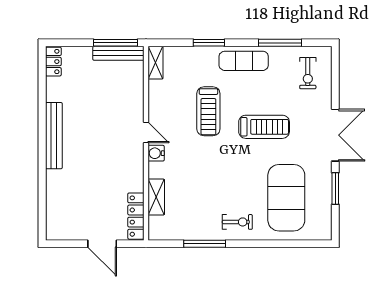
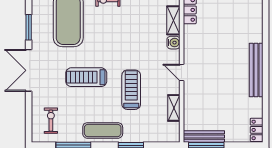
shelving: (155, 63) -> (174, 108), moved
water cooler: (156, 153) -> (173, 43), moved

